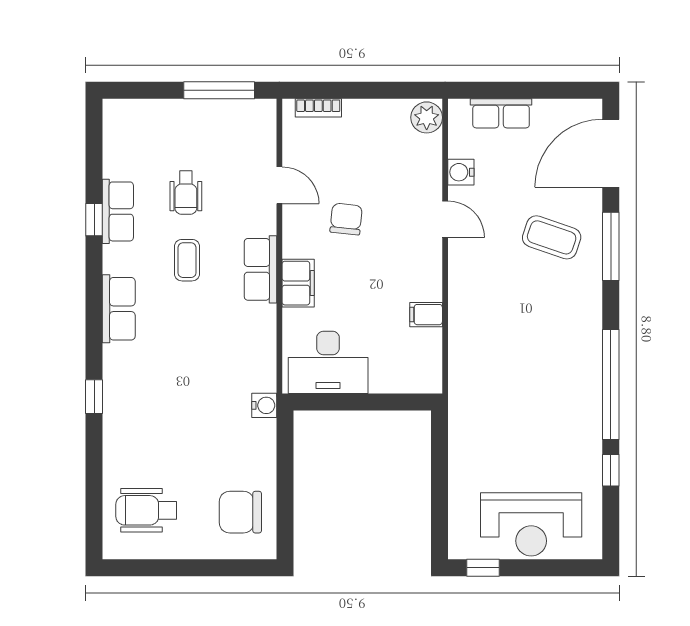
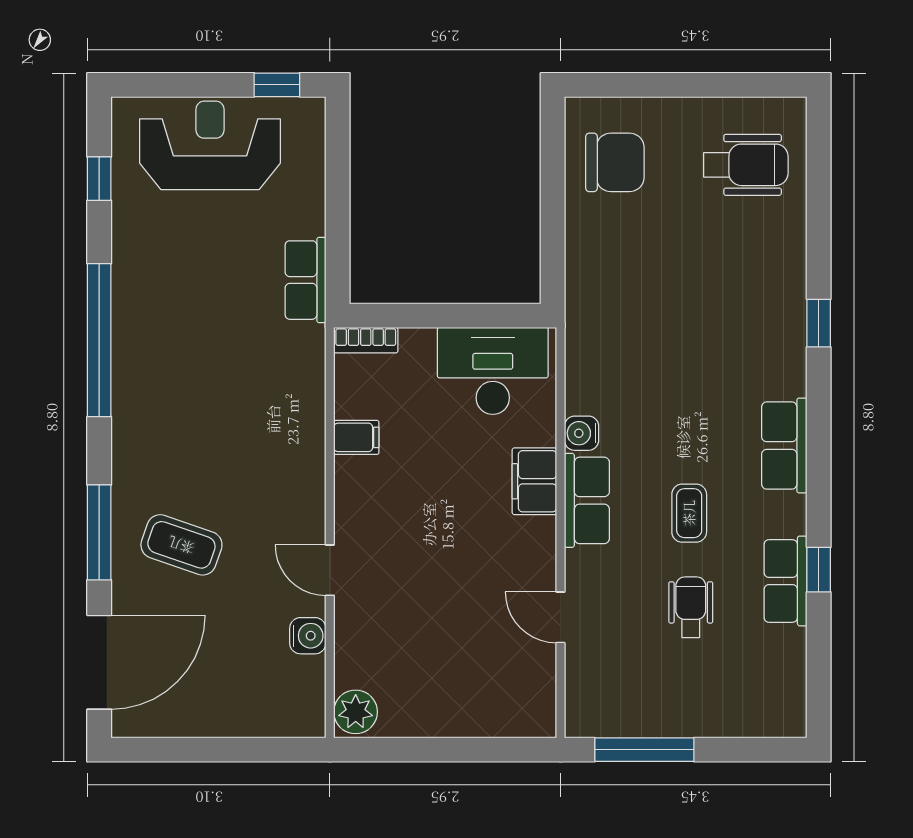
bookcase: (318, 108) -> (366, 340), moved, turned 180
row of seats: (501, 113) -> (305, 280), moved, turned -90
chair: (346, 219) -> (468, 570), removed
water cooler: (264, 405) -> (582, 433), moved
window: (611, 470) -> (99, 179), moved

